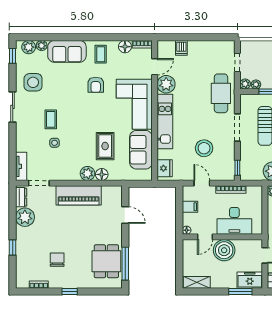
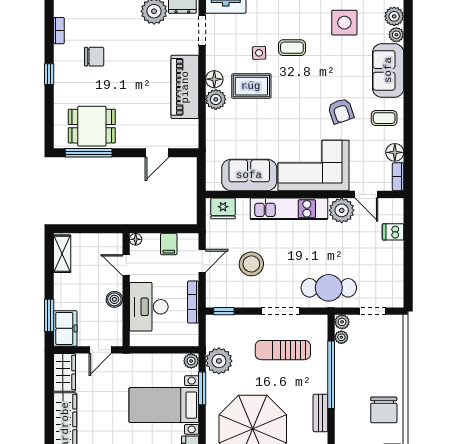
armchair: (96, 85) -> (341, 111), turned -109
rug: (105, 146) -> (251, 86), moved
floor lamp: (102, 174) -> (214, 79), moved
boiler: (224, 250) -> (114, 299), width x0.54, depth x0.54

